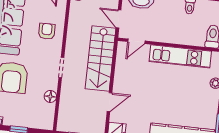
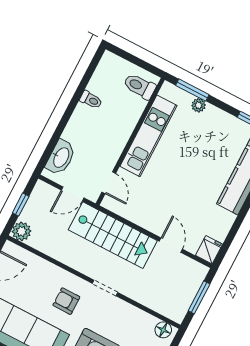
armchair: (47, 31) -> (66, 301), moved
floor lamp: (50, 96) -> (163, 330), moved

